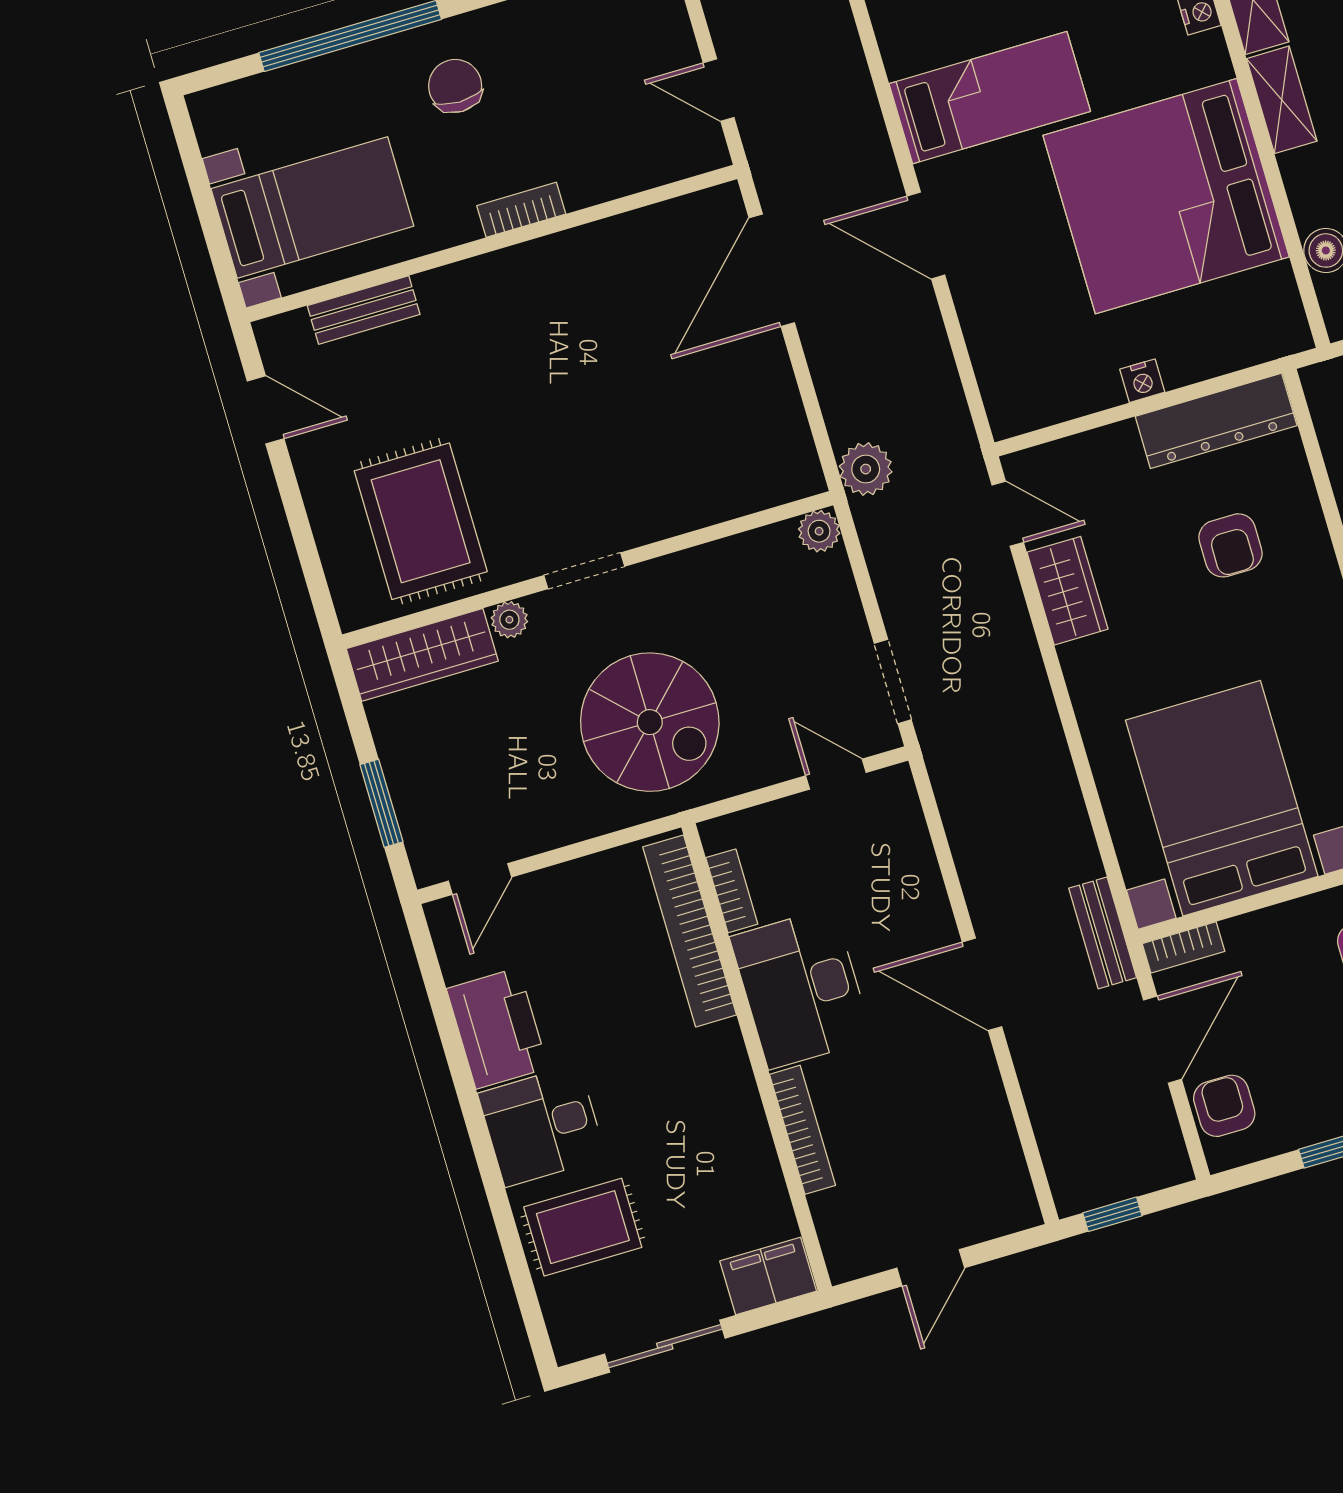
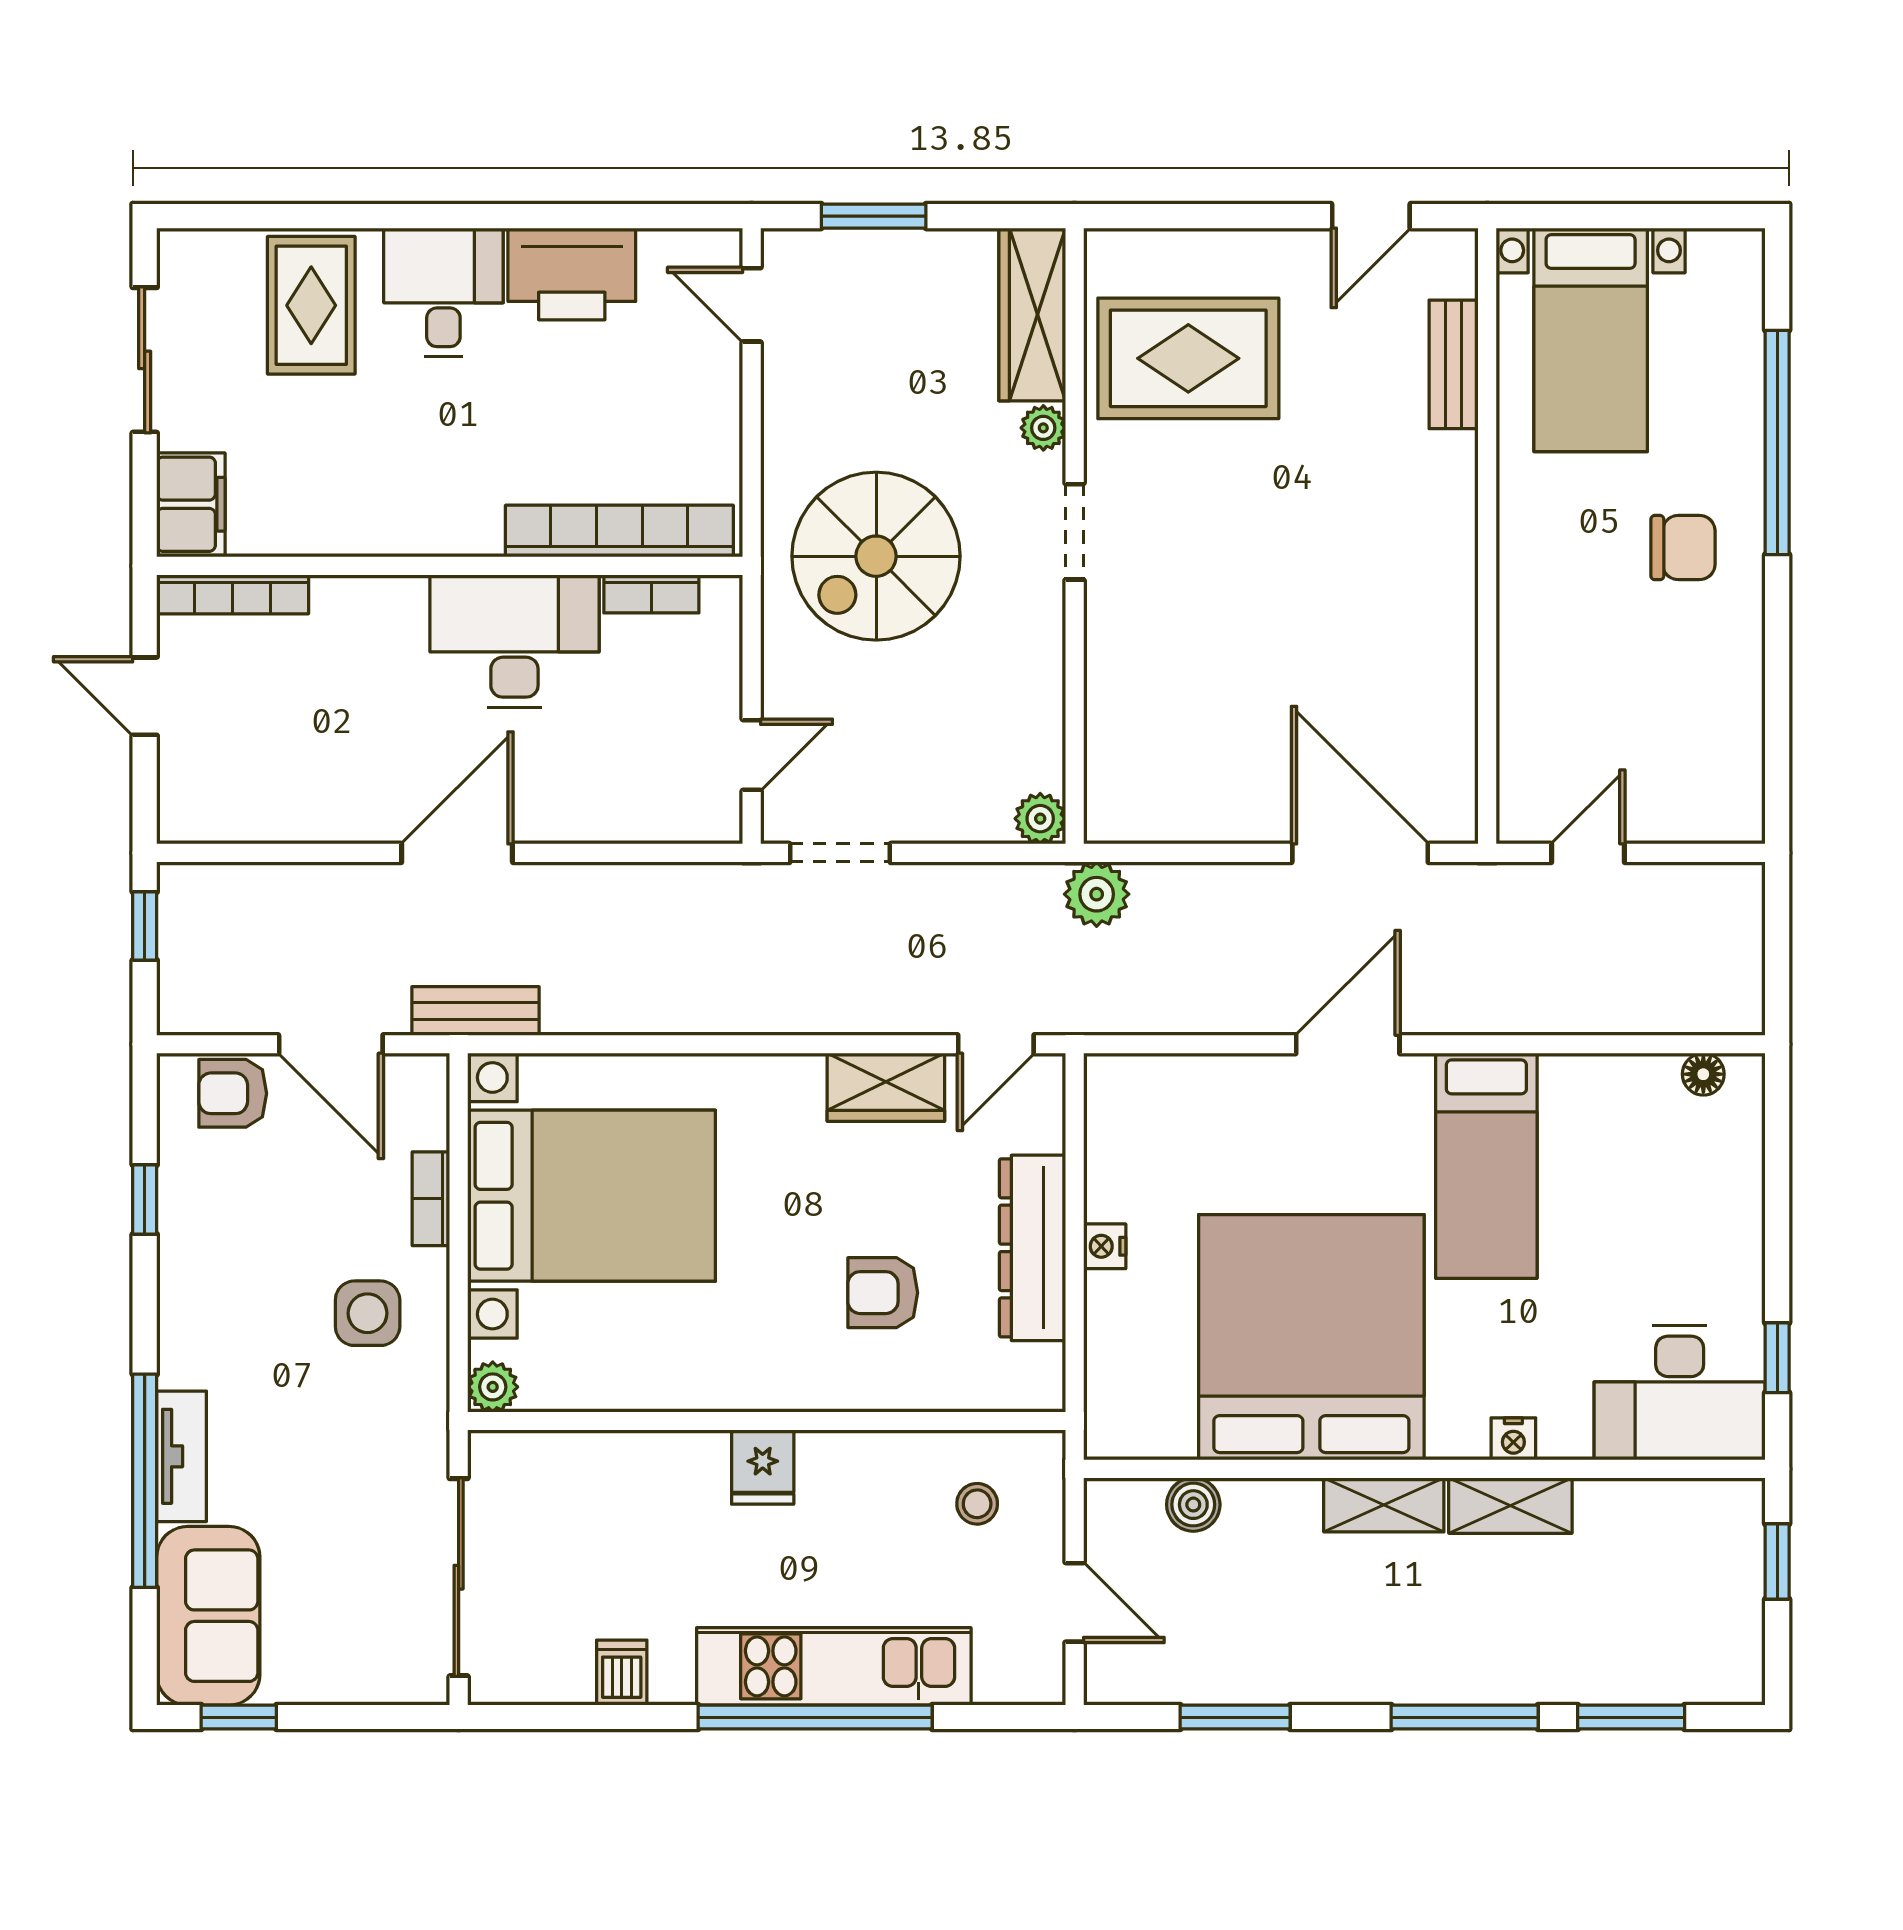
bookcase: (521, 210) -> (1516, 582), removed
dresser: (1216, 421) -> (1032, 1248), moved
bookcase: (1183, 947) -> (431, 1199), moved
armchair: (1224, 1106) -> (233, 1093), turned 180
bookcase: (803, 1130) -> (233, 594), moved

